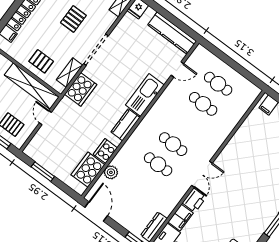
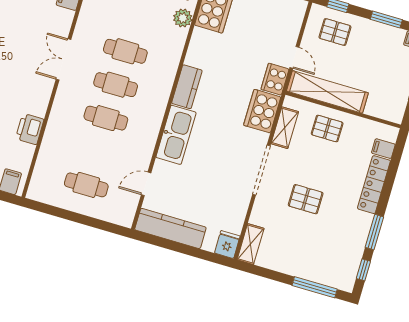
pallet: (73, 19) -> (306, 199), turned 90
cafe table: (203, 104) -> (106, 118), moved
cooker: (105, 151) -> (275, 79), moved, turned 180
printer: (194, 200) -> (30, 129), moved

